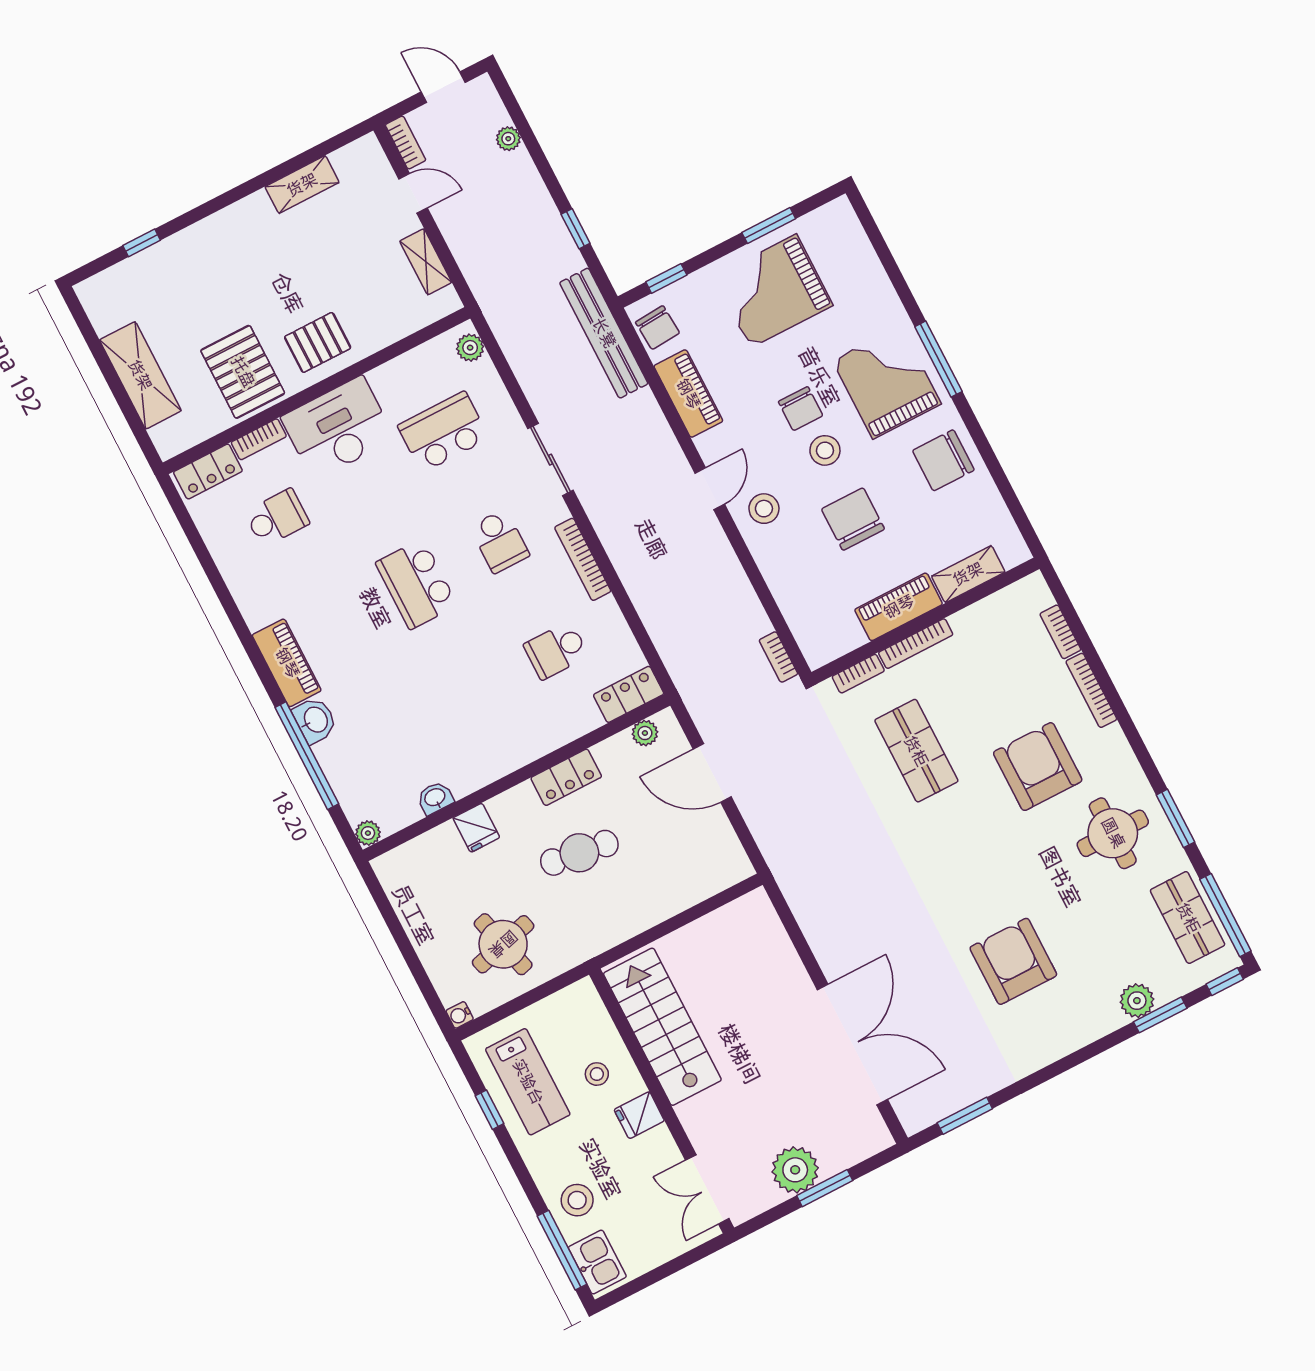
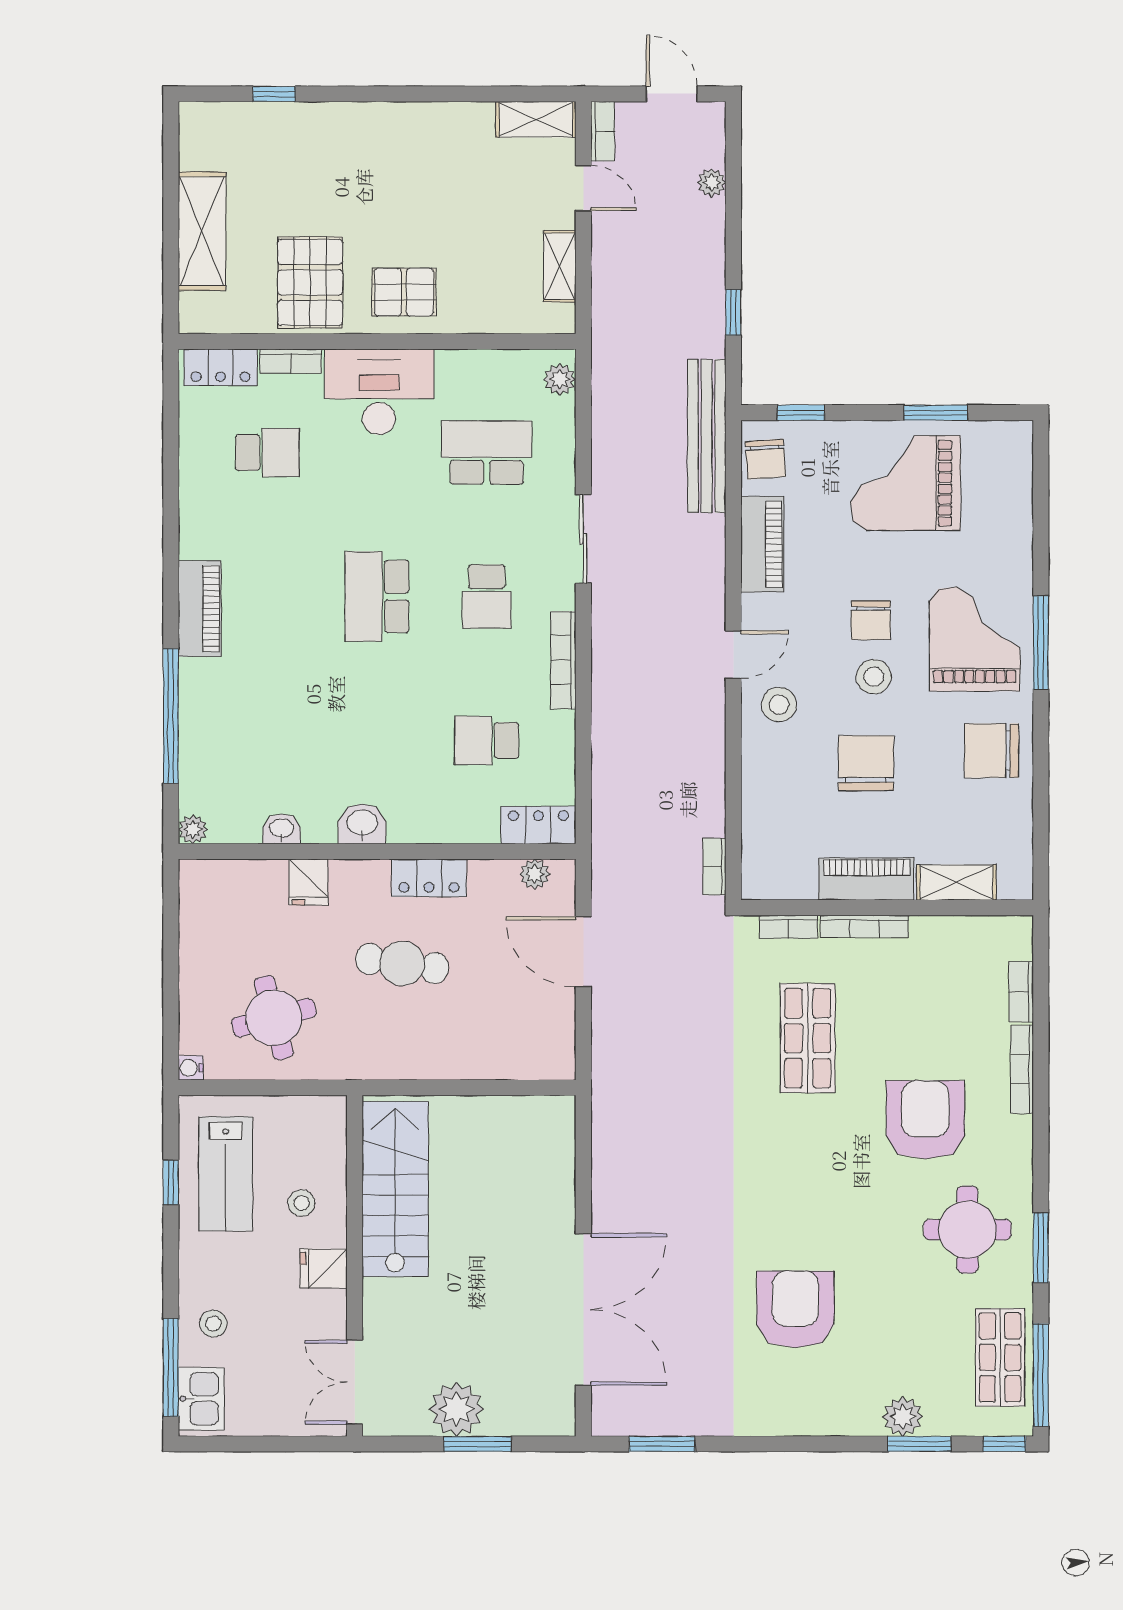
shelving: (302, 185) -> (536, 119), moved
washbasin: (315, 720) -> (362, 824), moved, turned -90
stool: (577, 1200) -> (213, 1324), width x0.73, depth x0.73

